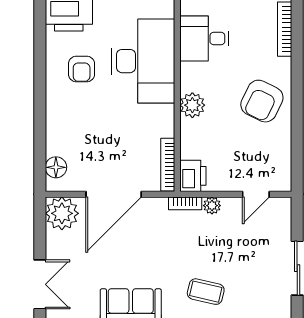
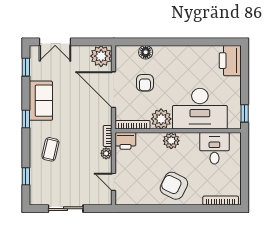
armchair: (82, 69) -> (145, 83), moved, turned -90
plant: (159, 121) -> (161, 119), added
floor lamp: (56, 167) -> (146, 52), moved

